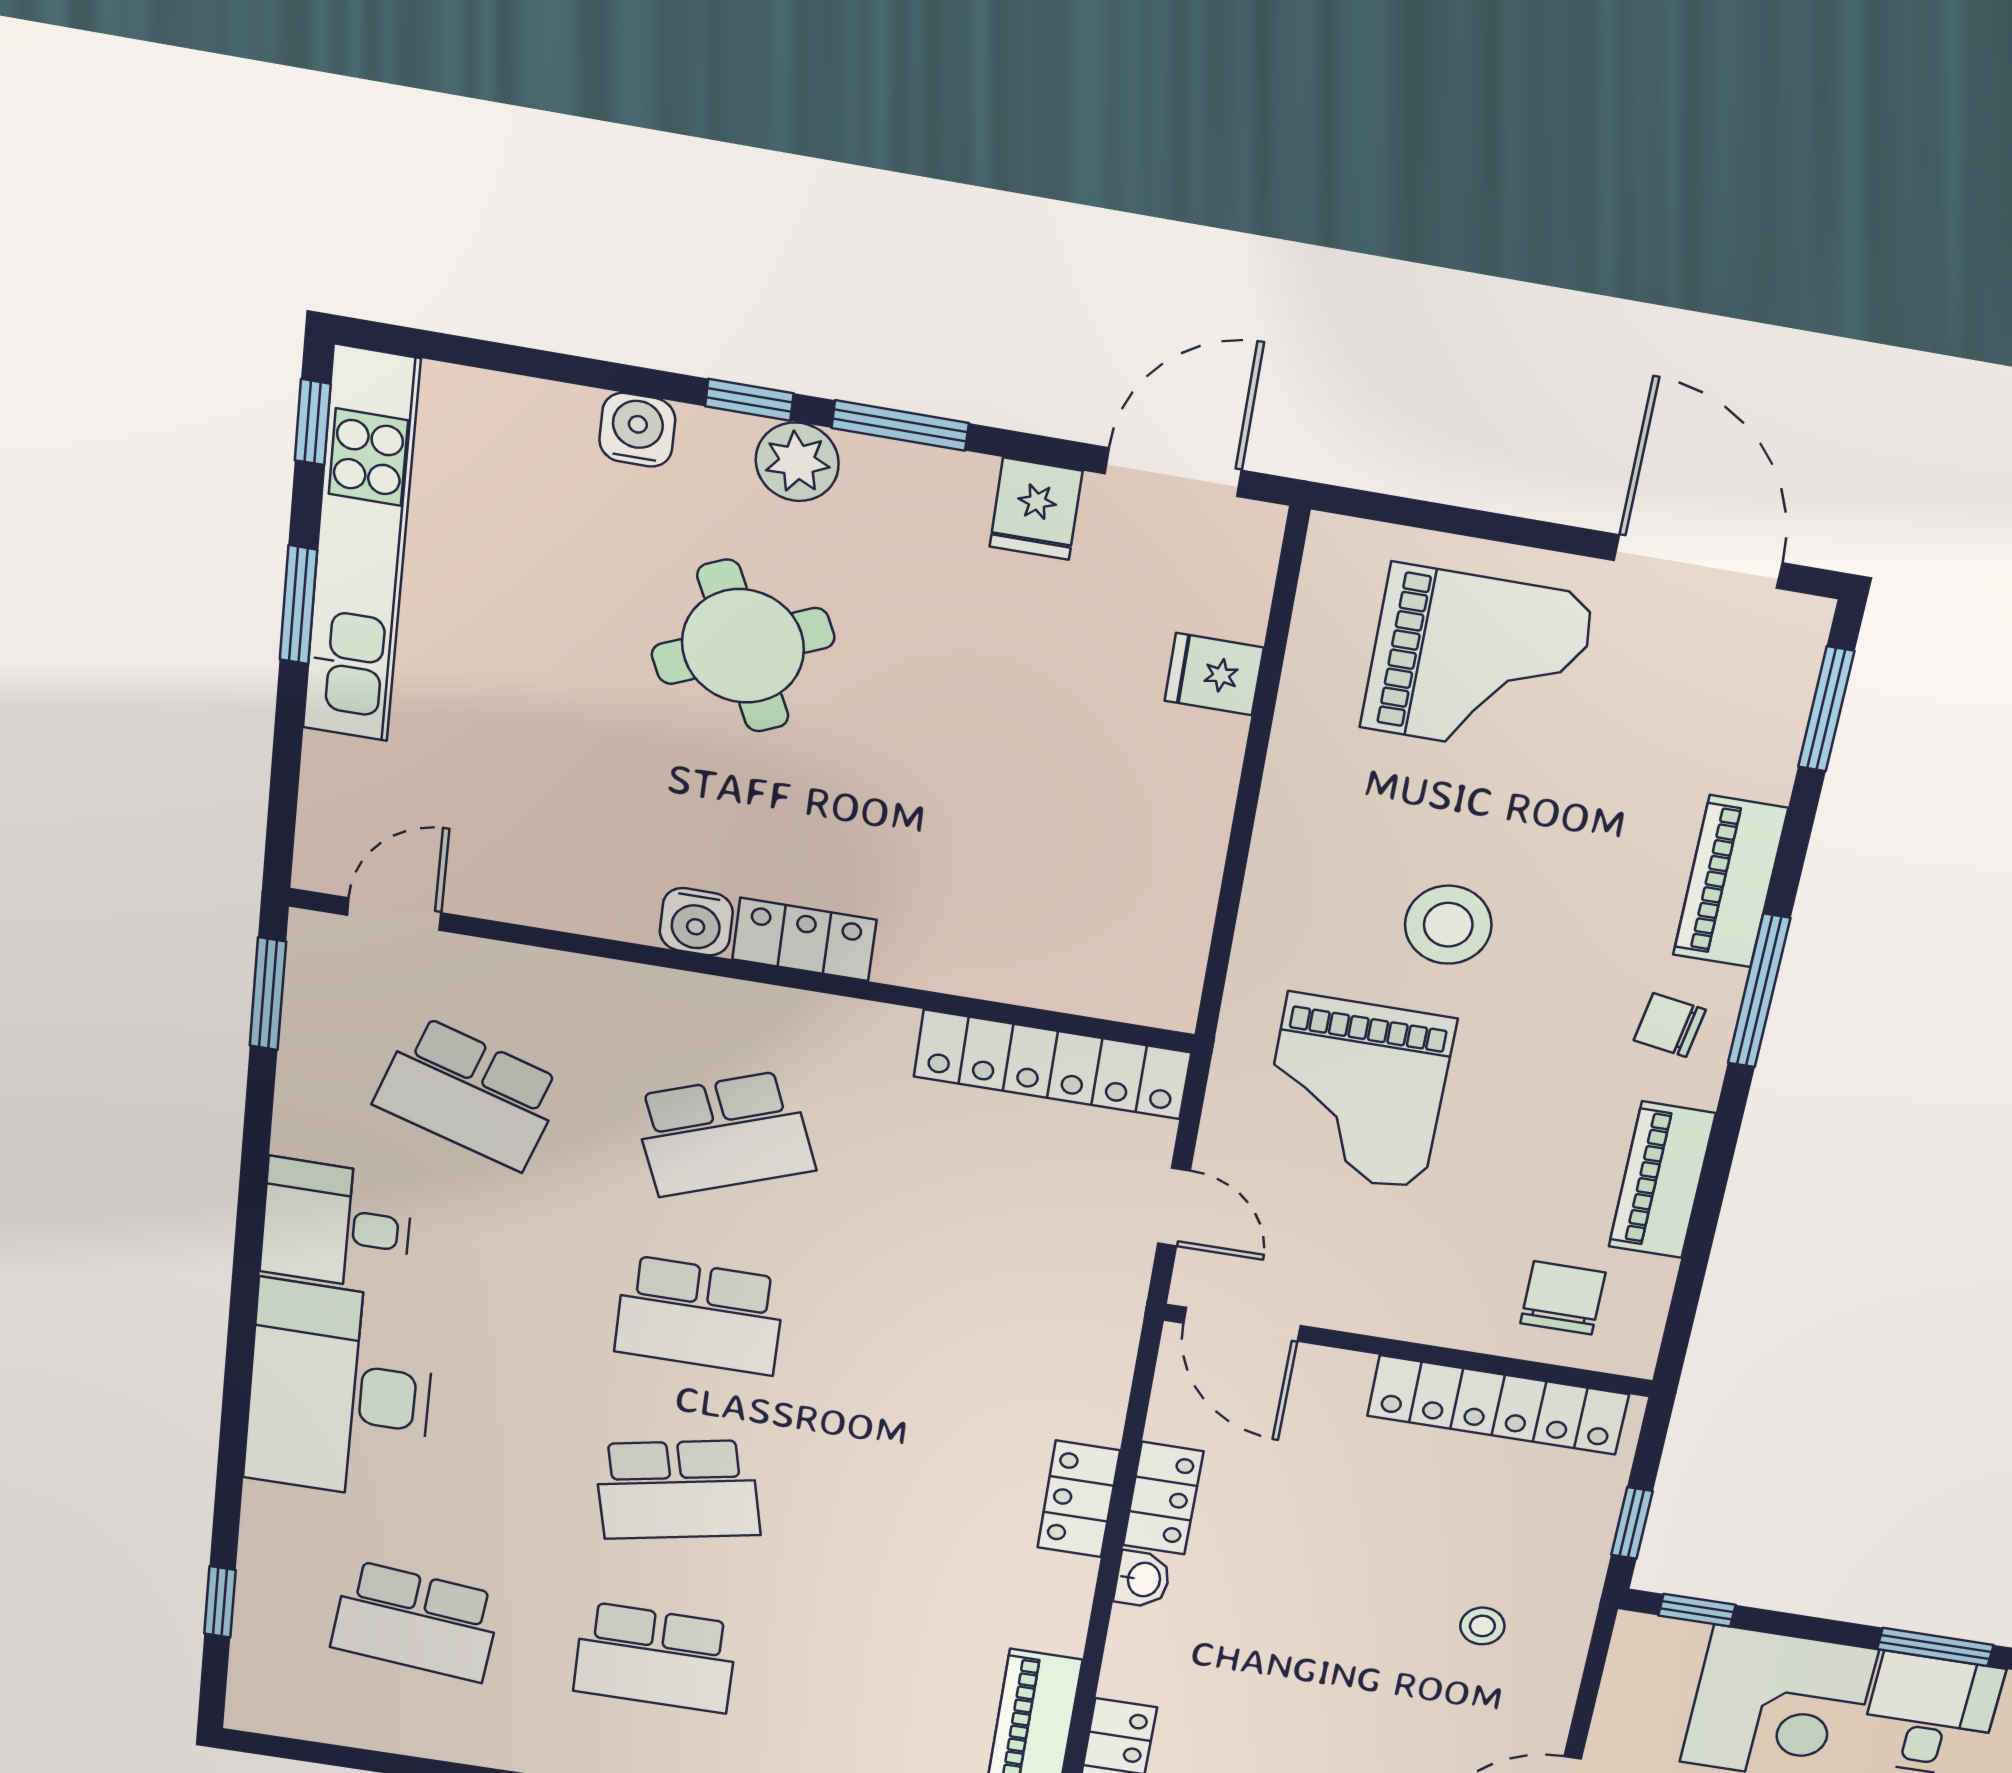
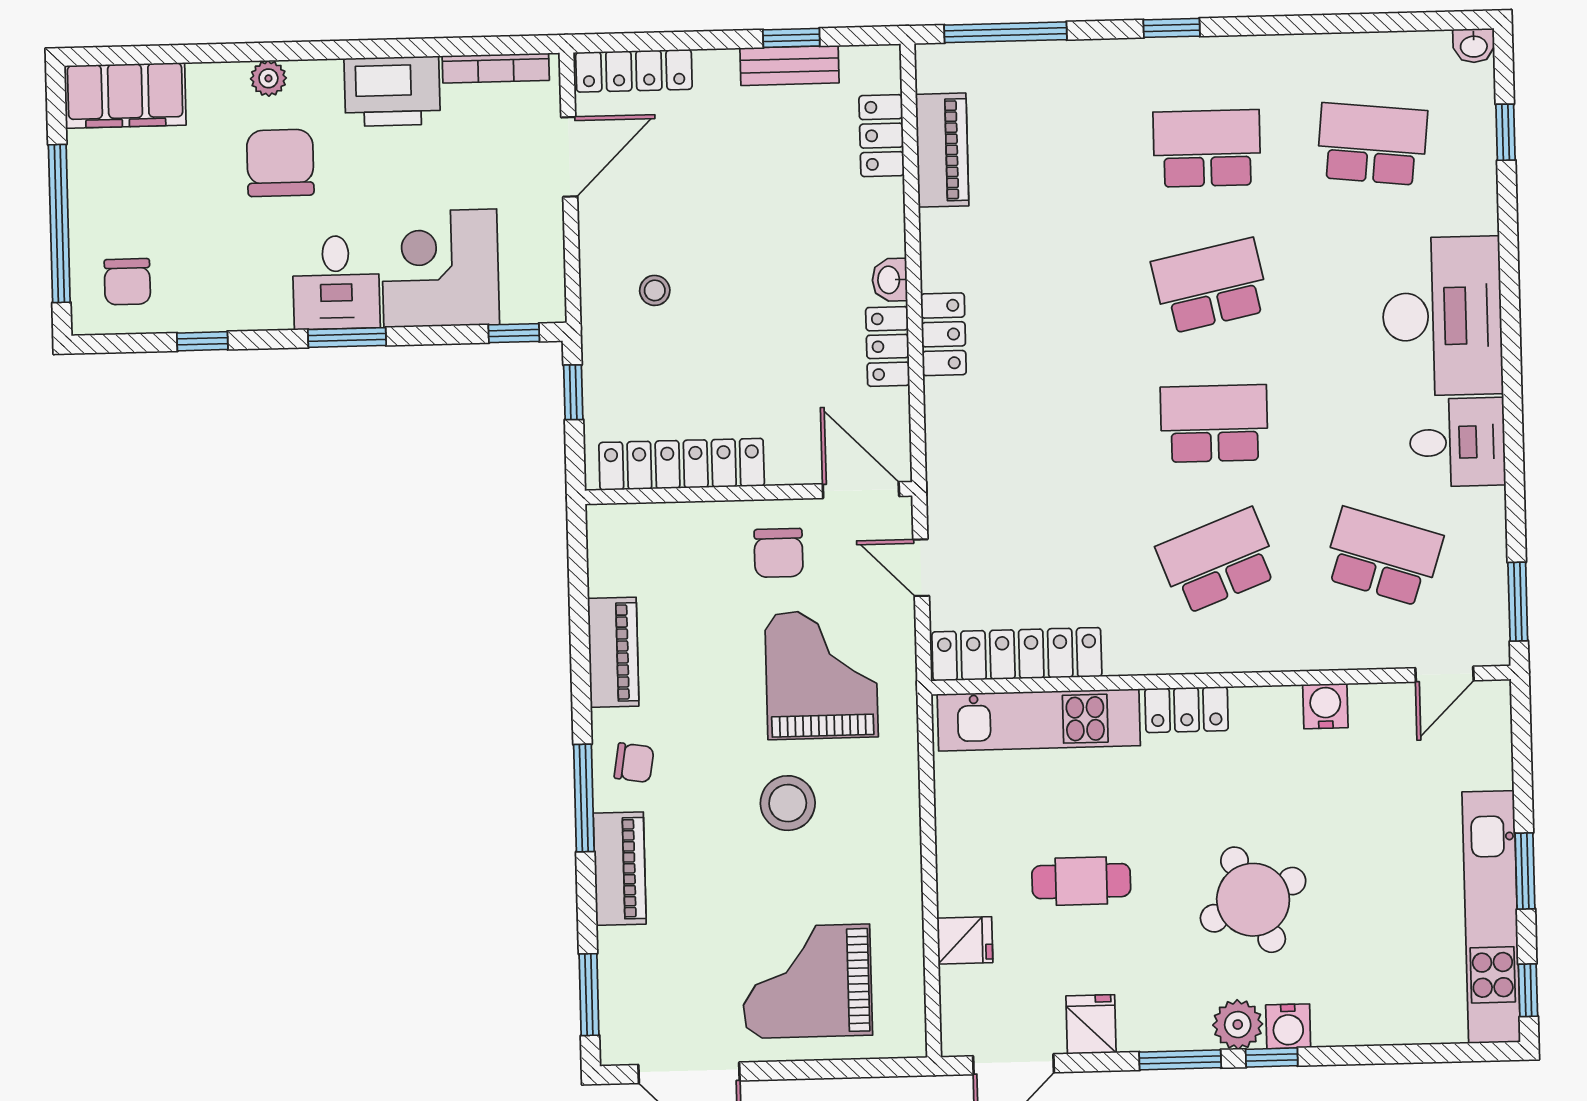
water cooler: (637, 430) -> (1288, 1026), moved
cafe table: (1013, 726) -> (1081, 881), added
water cooler: (696, 922) -> (1325, 706), moved
kitchen unit: (1036, 968) -> (1039, 720), added
chair: (1563, 1298) -> (779, 553), moved
washbasin: (254, 1713) -> (1474, 46), added

